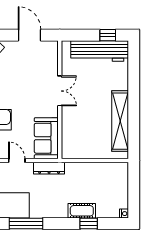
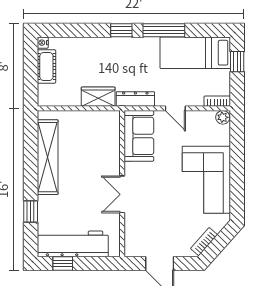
window: (134, 77) -> (31, 211), added
wardrobe: (79, 170) -> (98, 97), added
cot: (82, 211) -> (46, 66), moved, turned 90
window: (89, 224) -> (121, 30), moved

